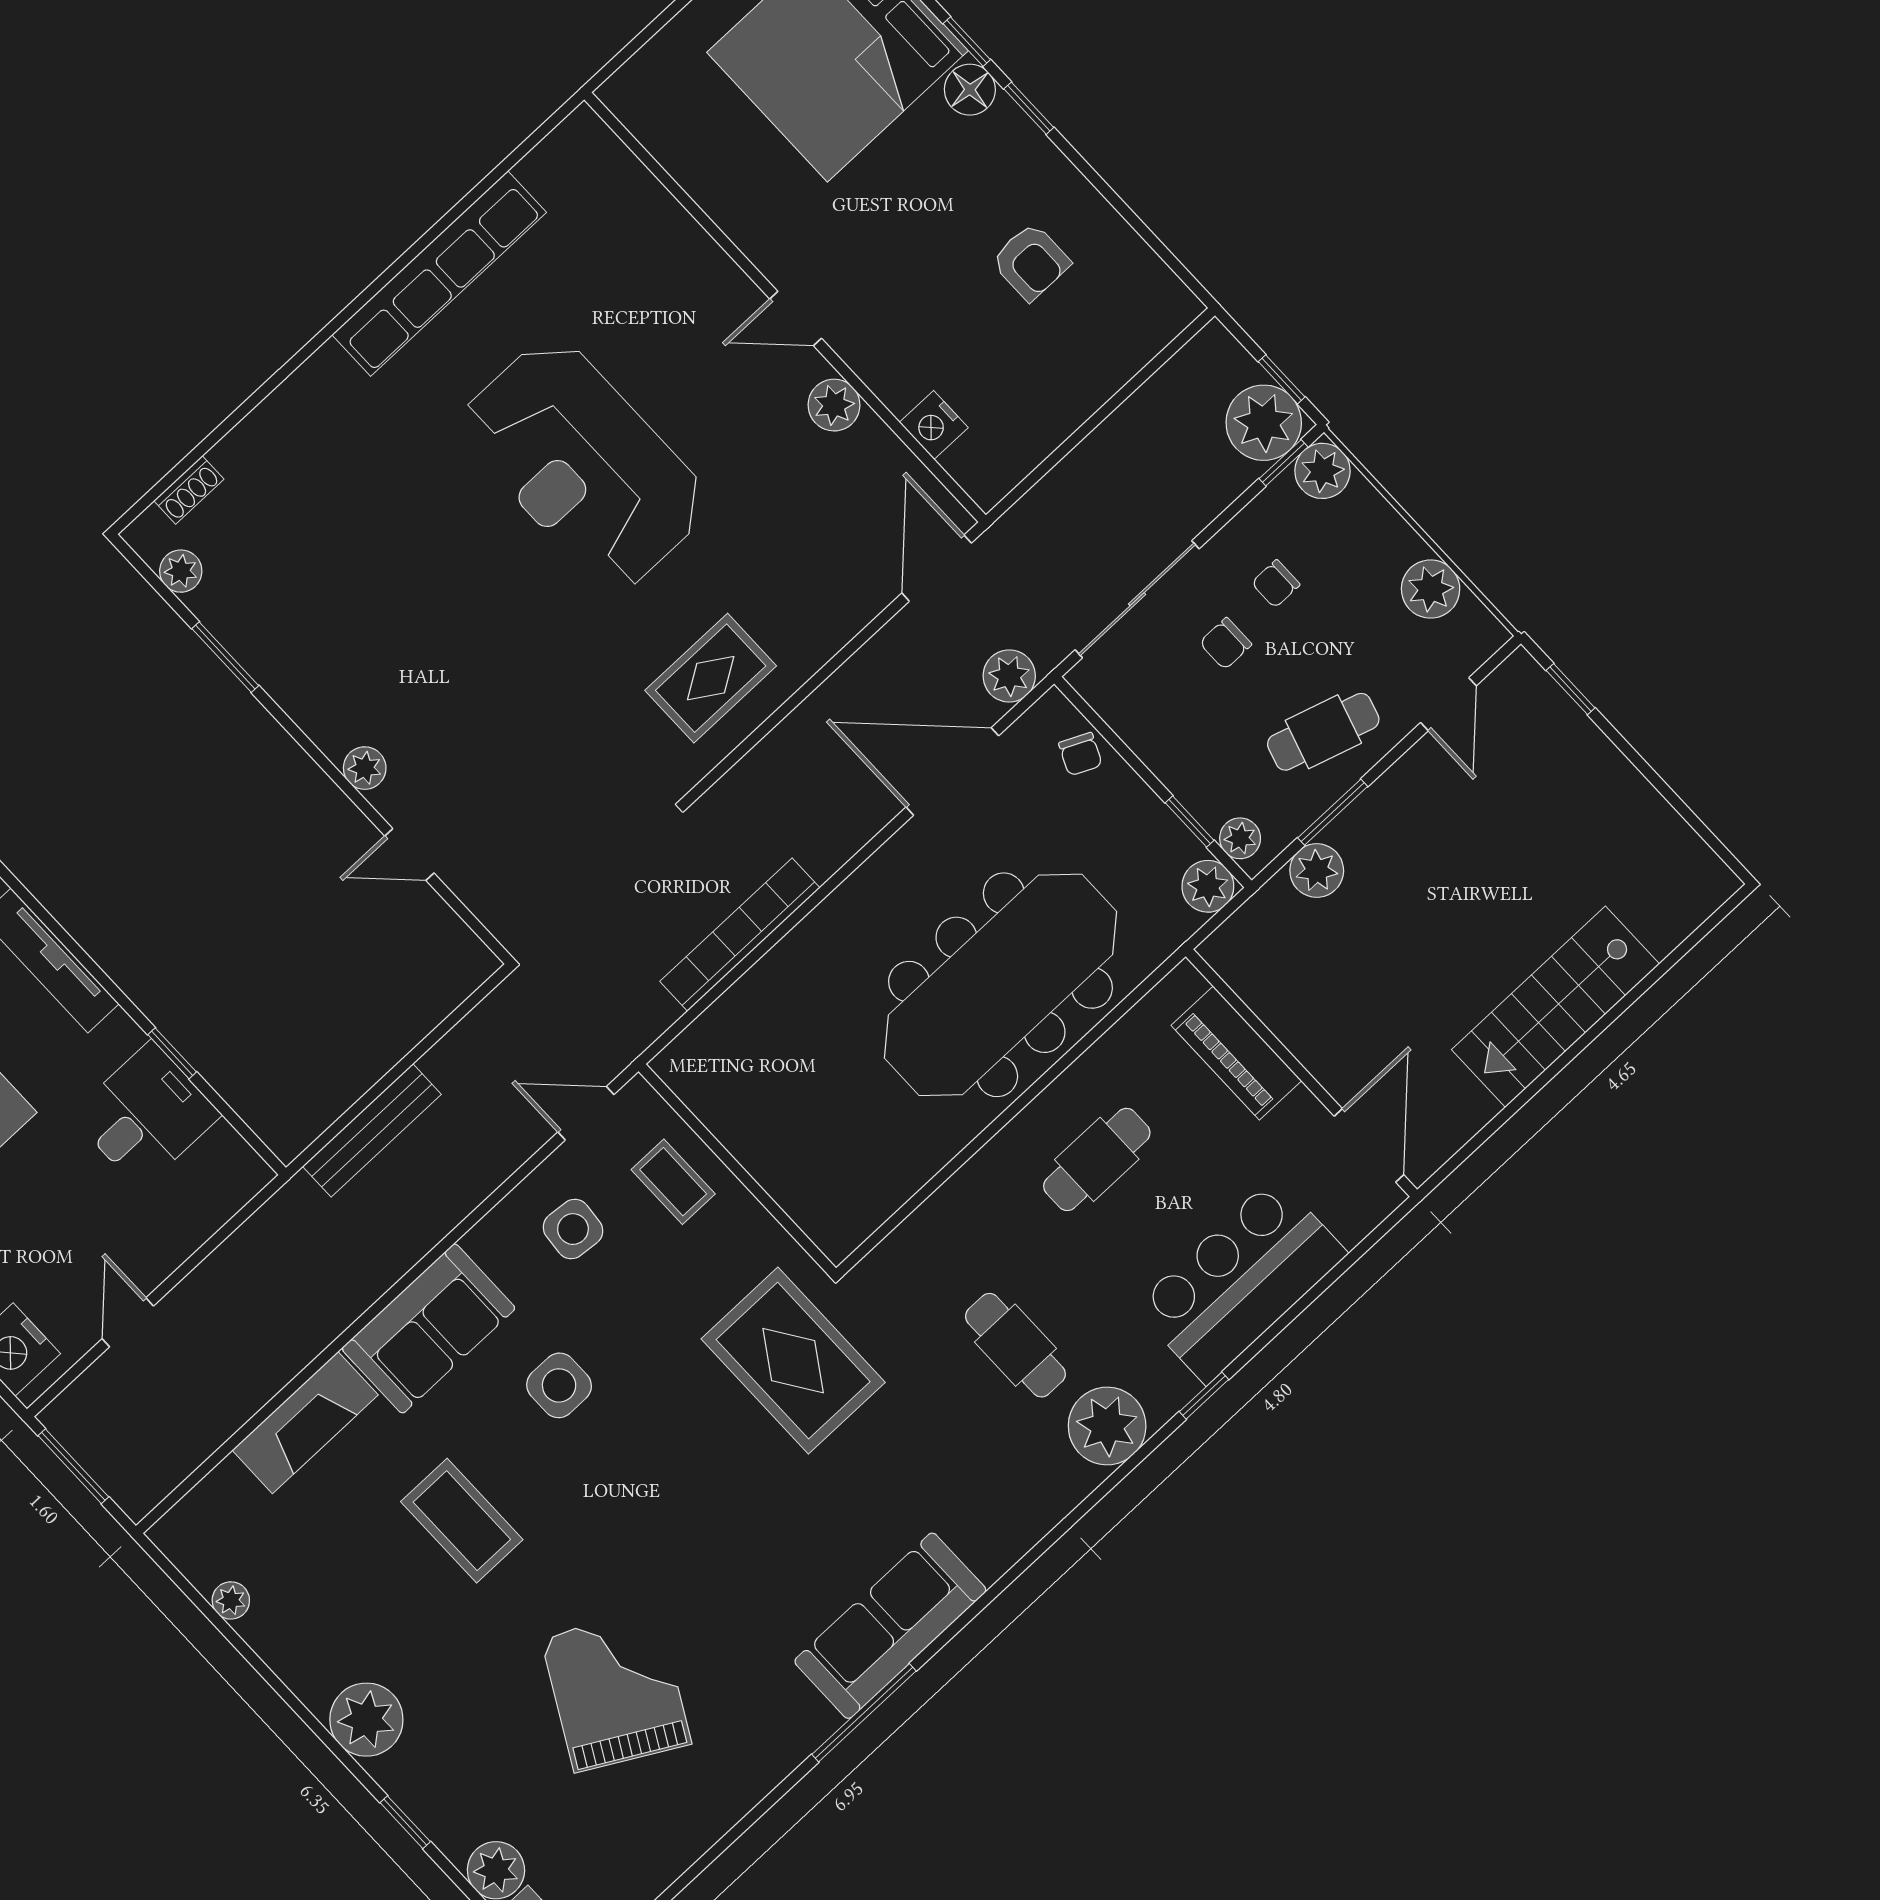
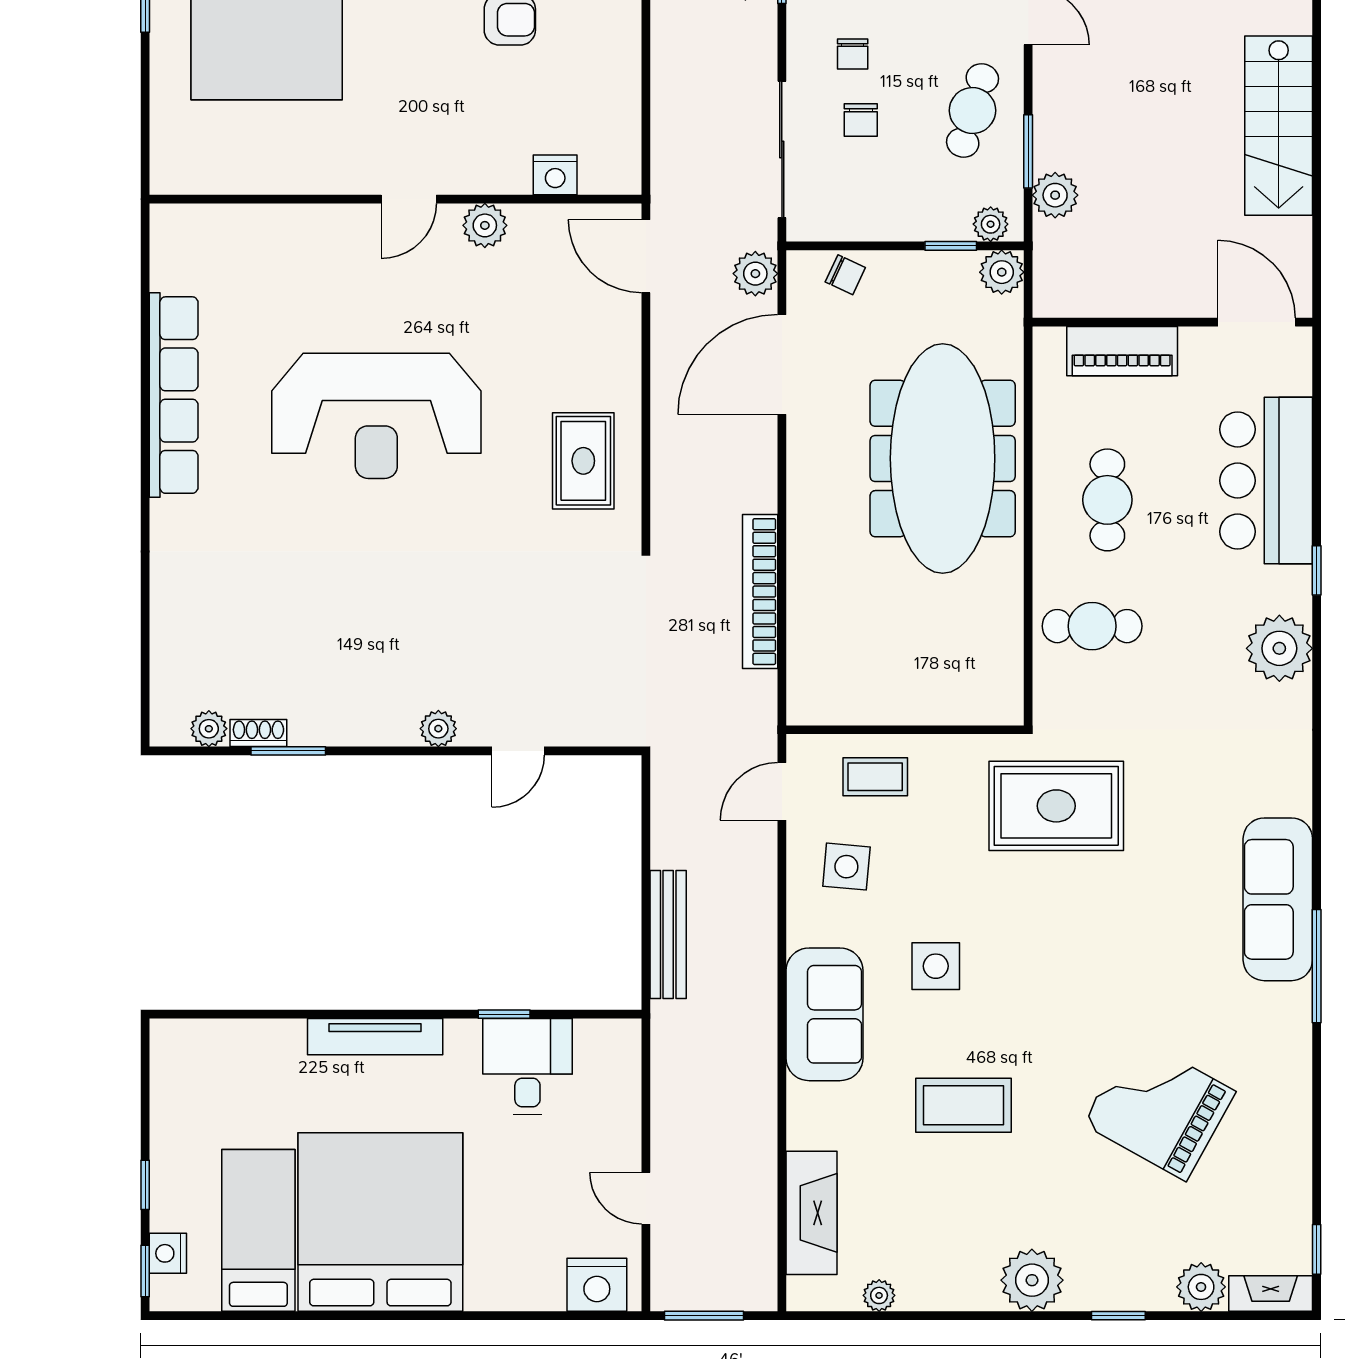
shoe rack: (189, 490) -> (258, 733), moved, turned -90
cafe table: (1015, 1345) -> (1092, 626), moved
fireplace: (305, 1423) -> (811, 1213), moved

